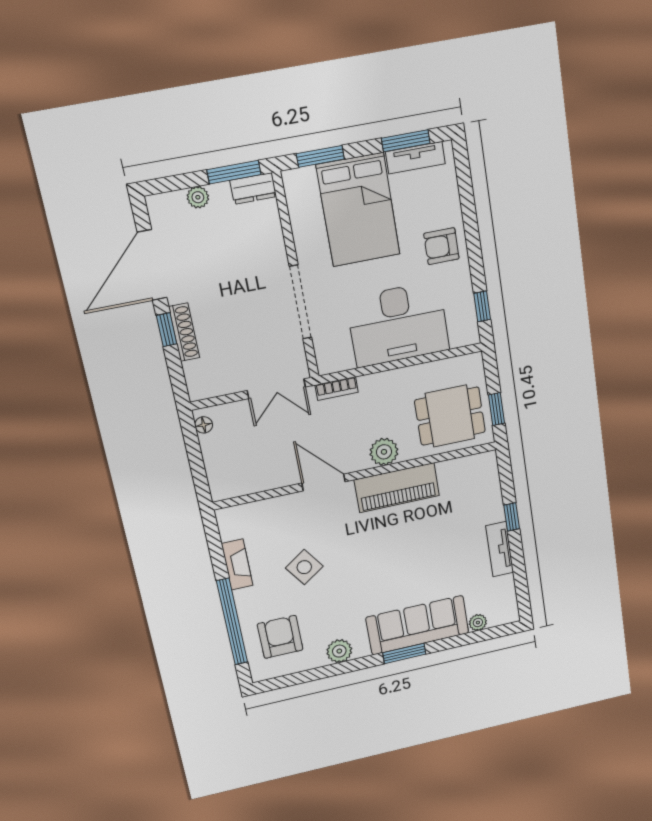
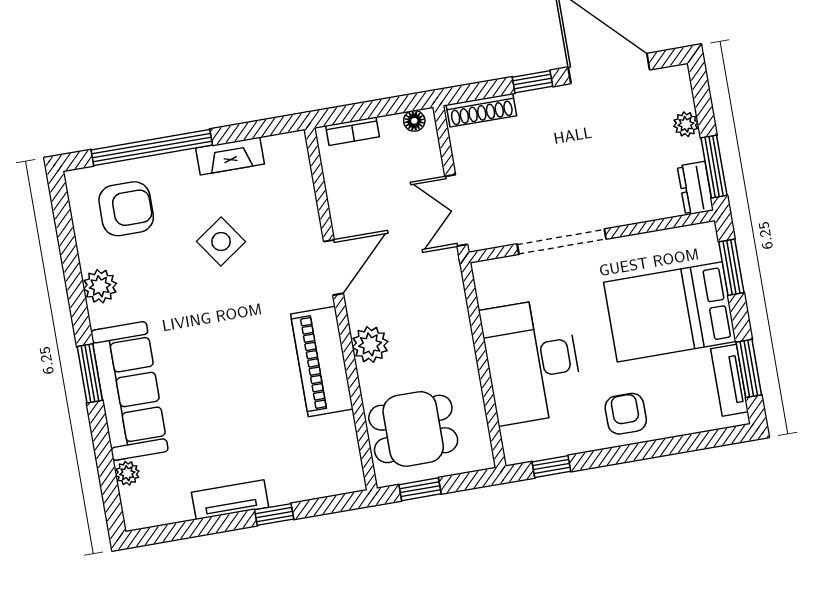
shoe rack: (184, 332) -> (481, 110), moved
bookcase: (337, 389) -> (353, 131), moved, turned -90
dining table: (450, 416) -> (413, 429), turned 90

